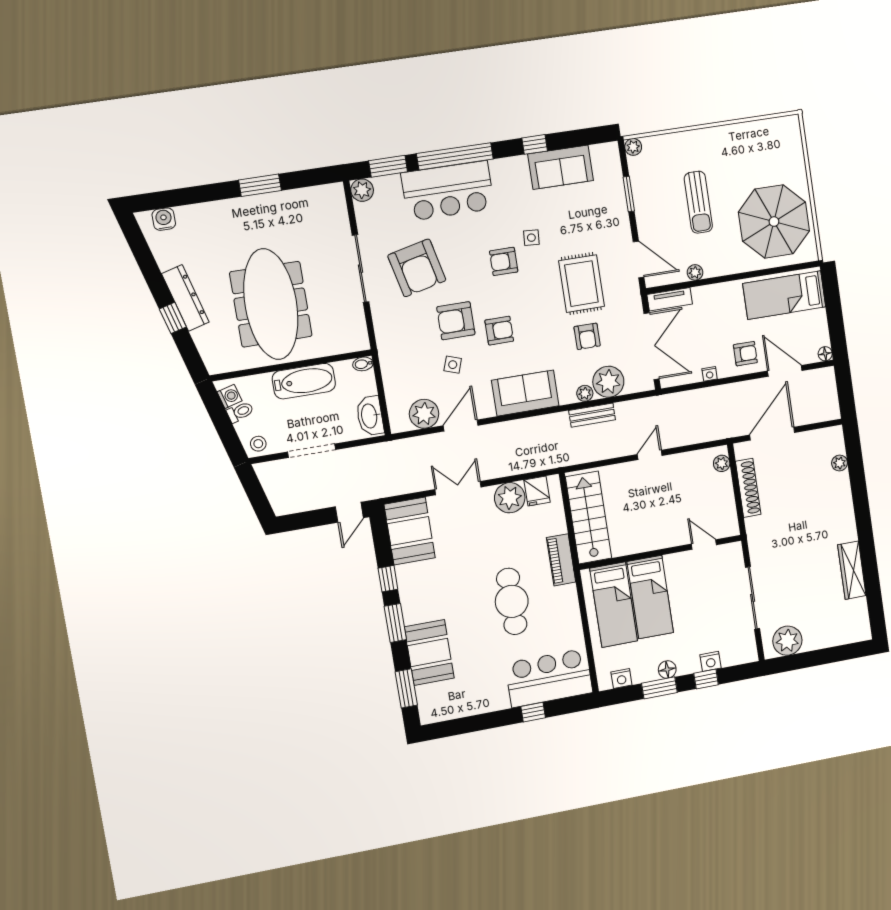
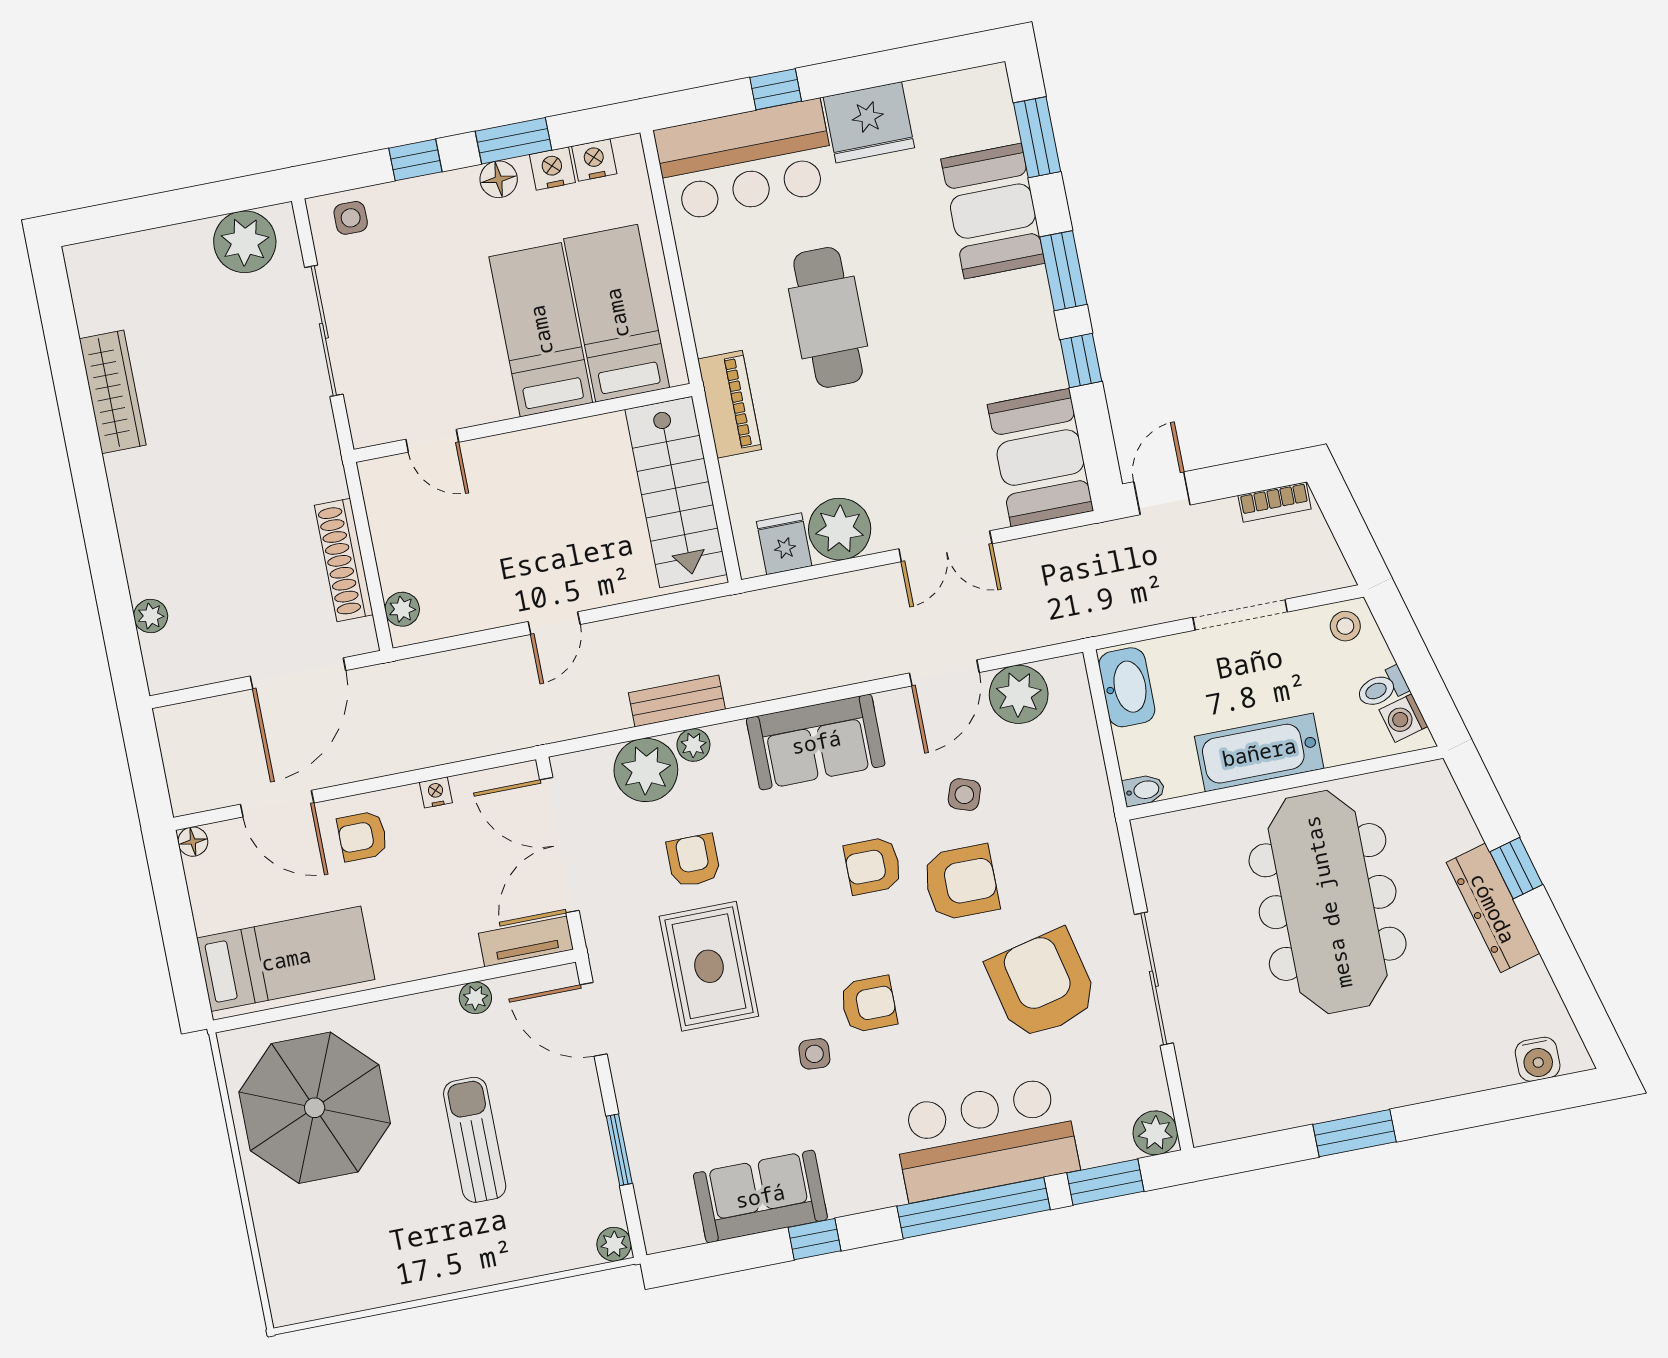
bookcase: (293, 507) -> (1275, 502), added
side table: (738, 652) -> (351, 218), added
nightstand: (710, 661) -> (552, 169), moved
fridge: (489, 696) -> (869, 122), added

